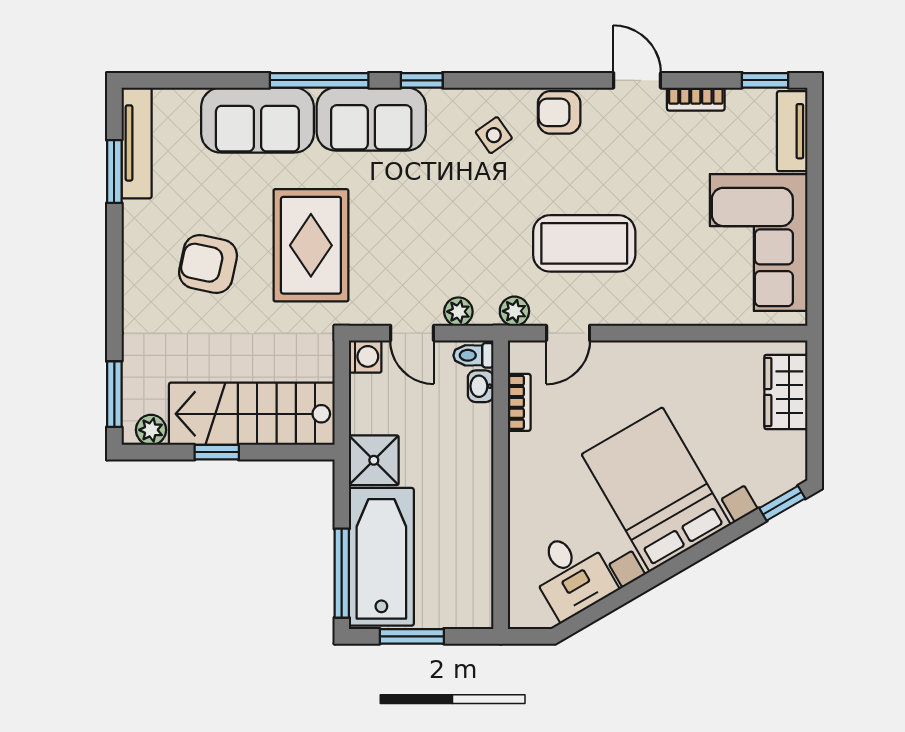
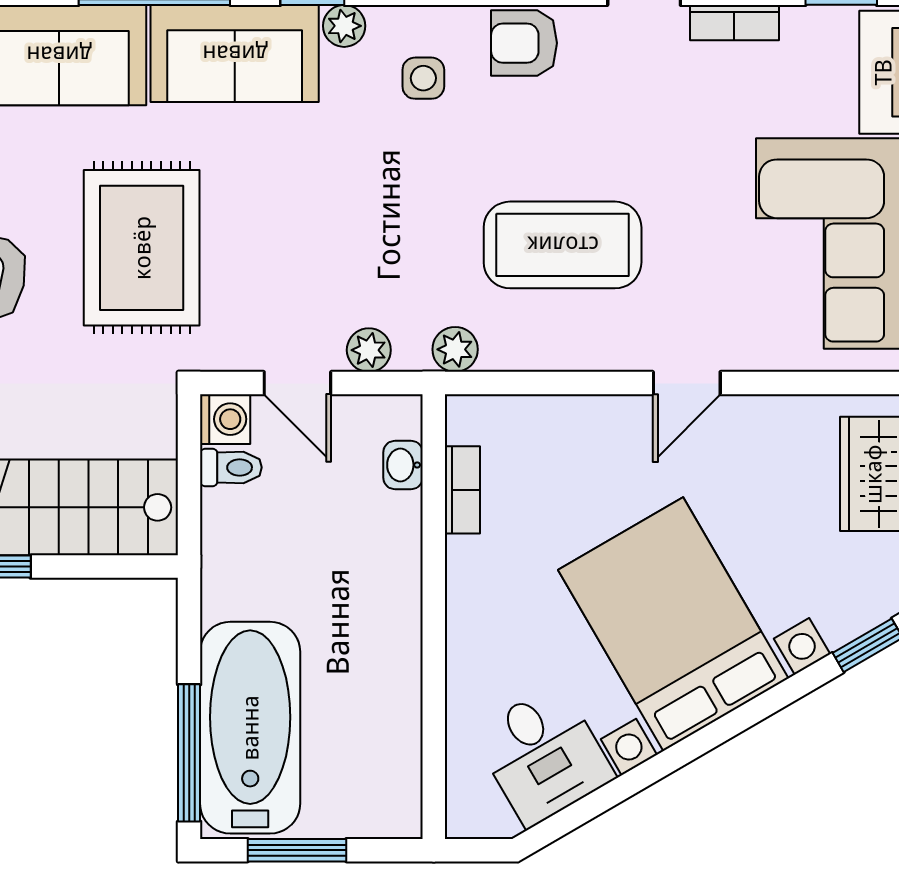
plant: (442, 101) -> (344, 26), added
side table: (494, 135) -> (423, 78), turned 35
door: (568, 333) -> (687, 383), moved
toilet: (473, 355) -> (231, 467), moved, turned 180
shower: (374, 460) -> (239, 579), removed

